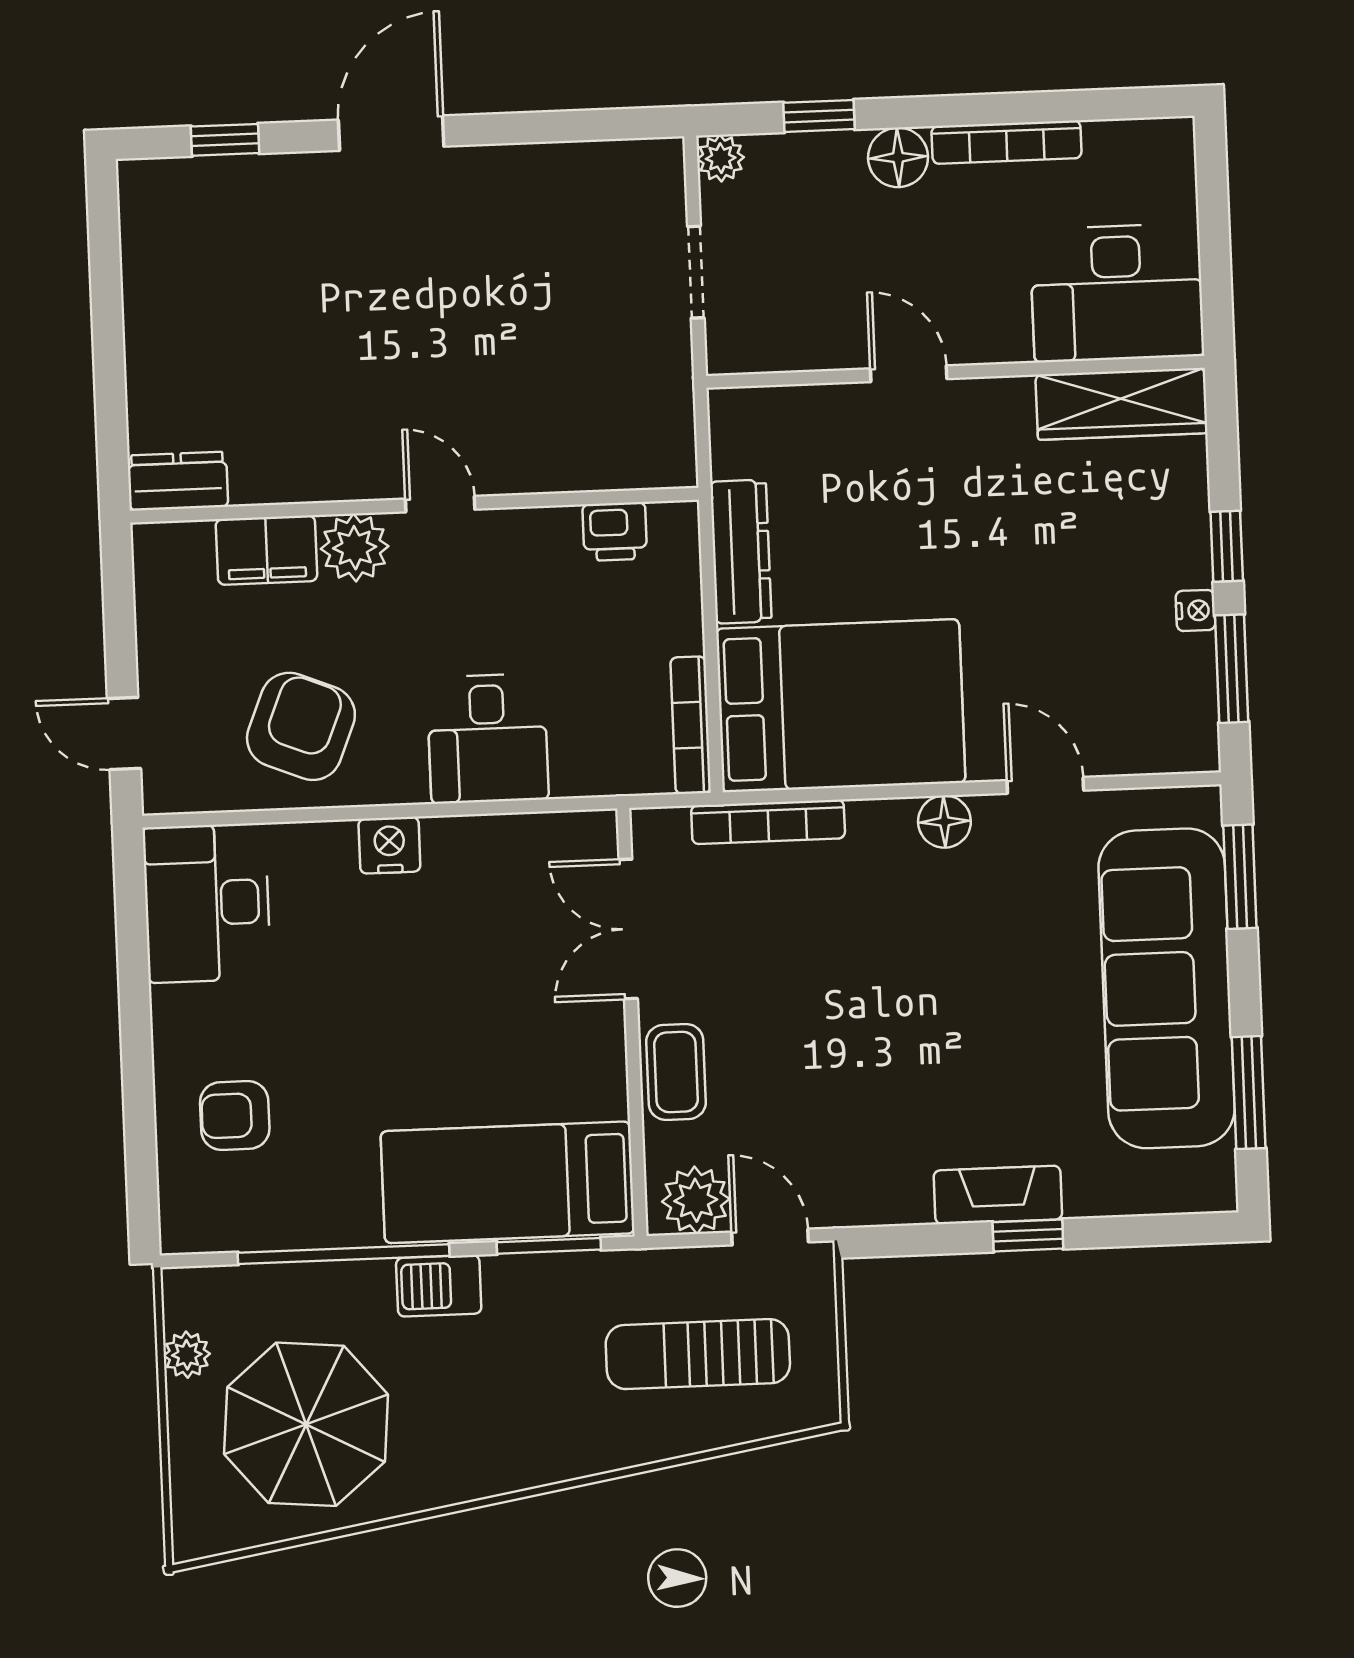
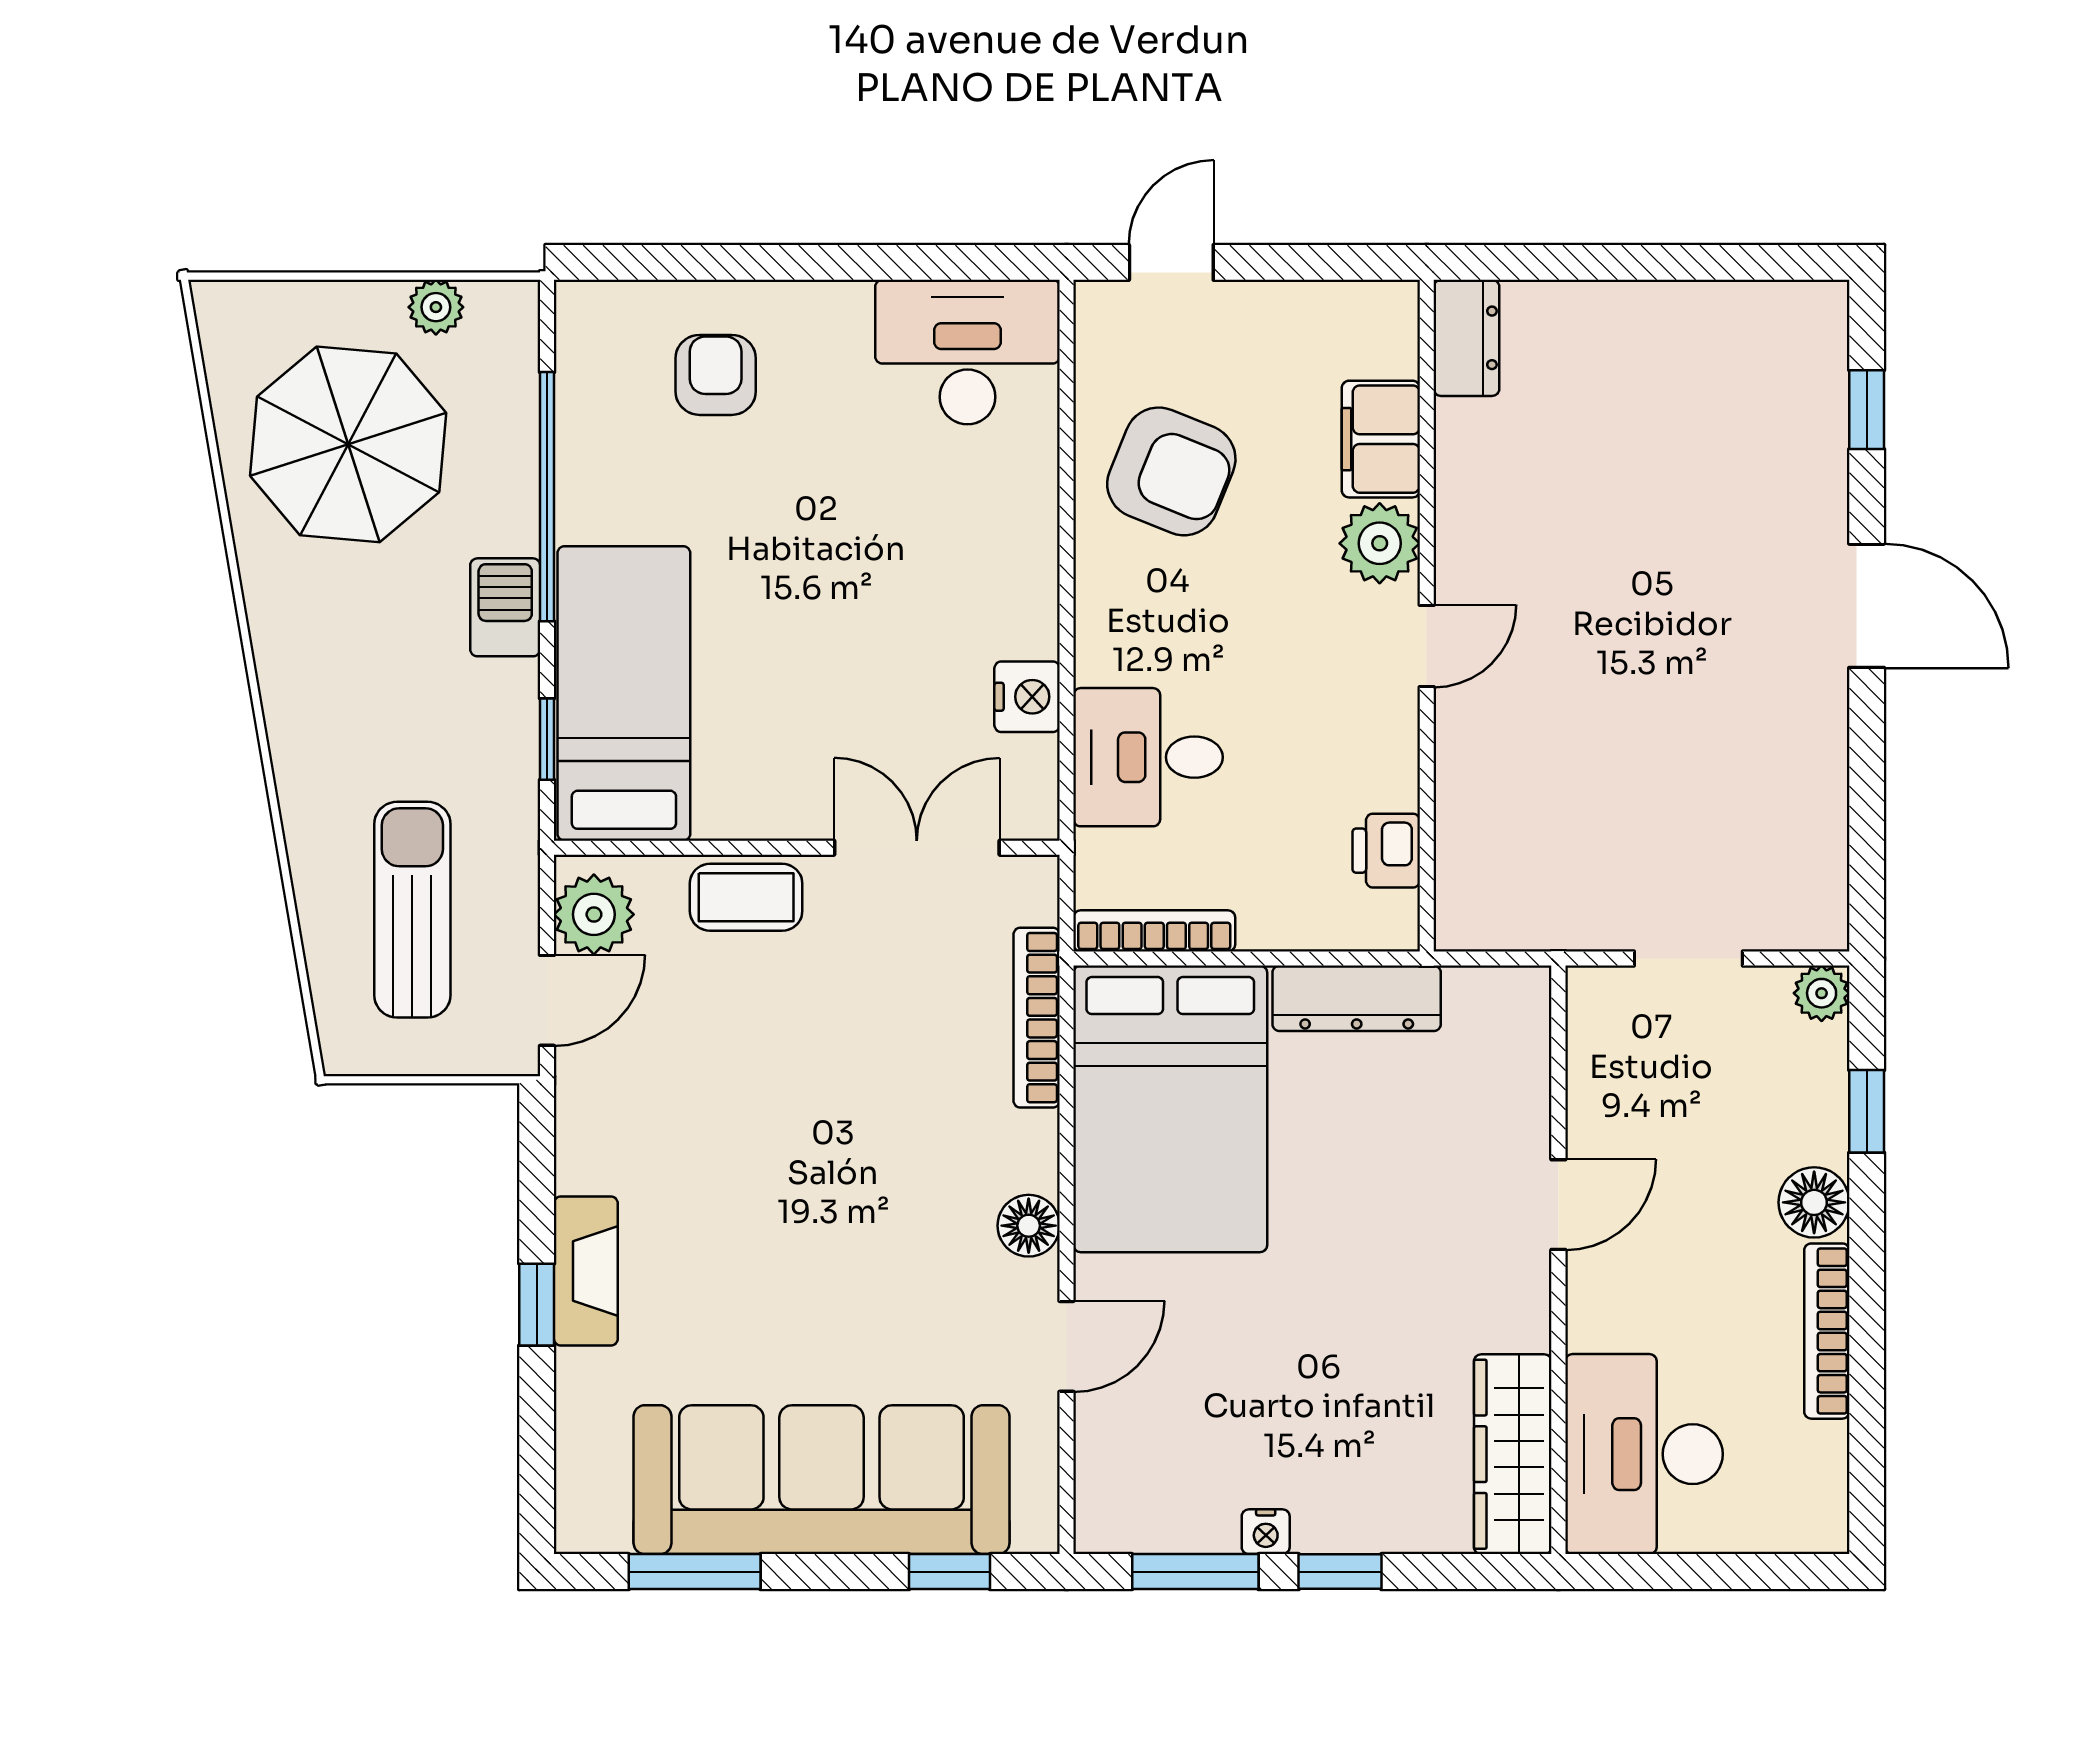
desk: (488, 739) -> (1148, 757), moved
nightstand: (389, 845) -> (1027, 697), moved
window: (1240, 877) -> (950, 1572), width x0.67
window: (549, 1246) -> (547, 739), width x0.67

